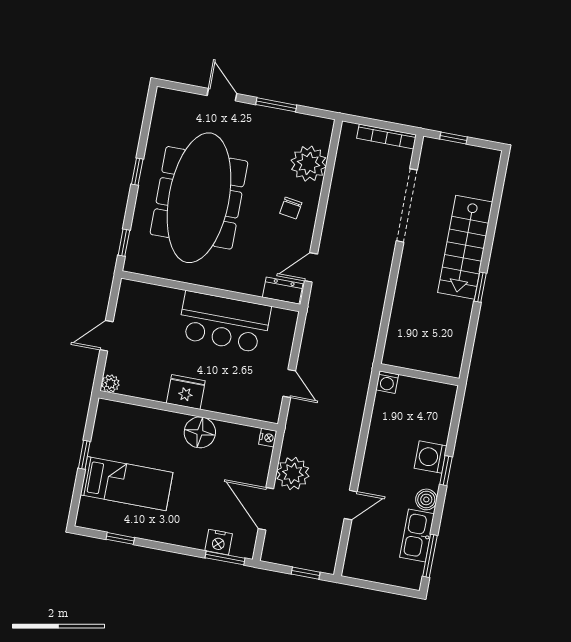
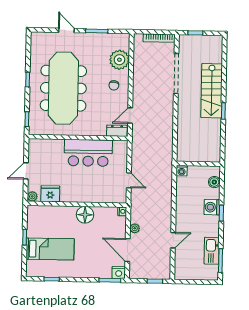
fridge: (186, 392) -> (50, 194), moved
plant: (293, 473) -> (135, 228), width x0.53, depth x0.53
boiler: (426, 499) -> (214, 182), moved
nightstand: (219, 542) -> (119, 273), moved

